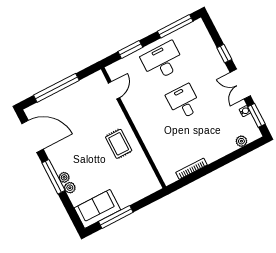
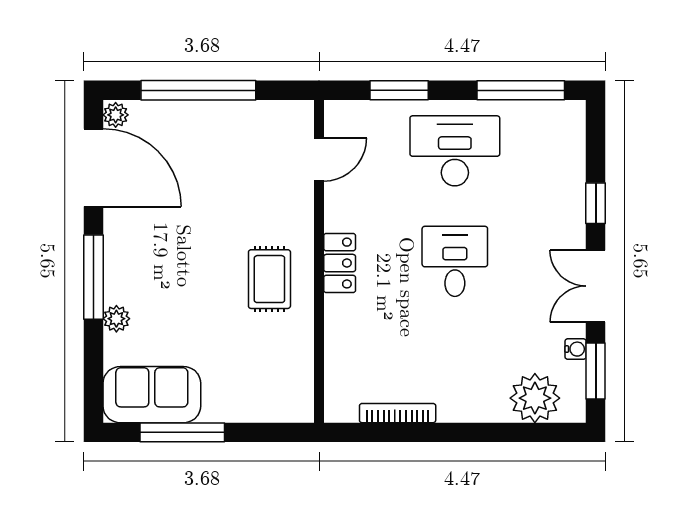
locker: (141, 124) -> (340, 263), added
plant: (241, 141) -> (535, 398), width x1.87, depth x1.87
plant: (64, 177) -> (116, 115), moved

